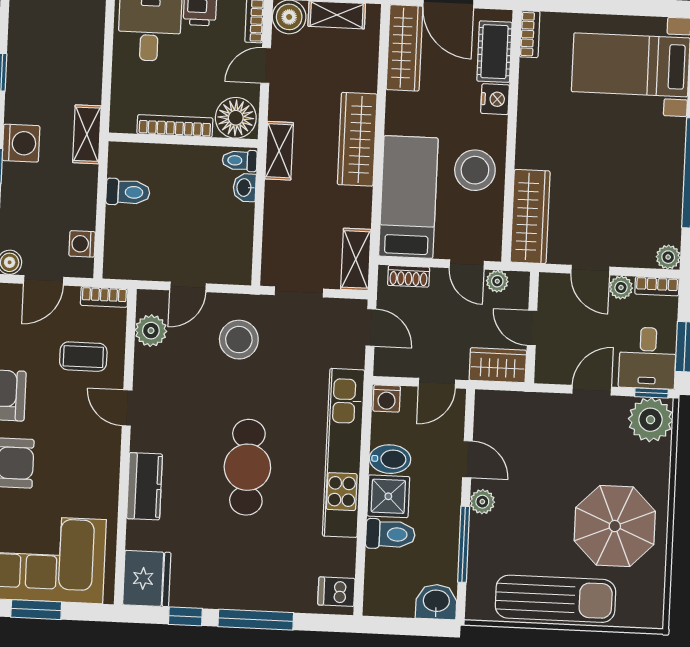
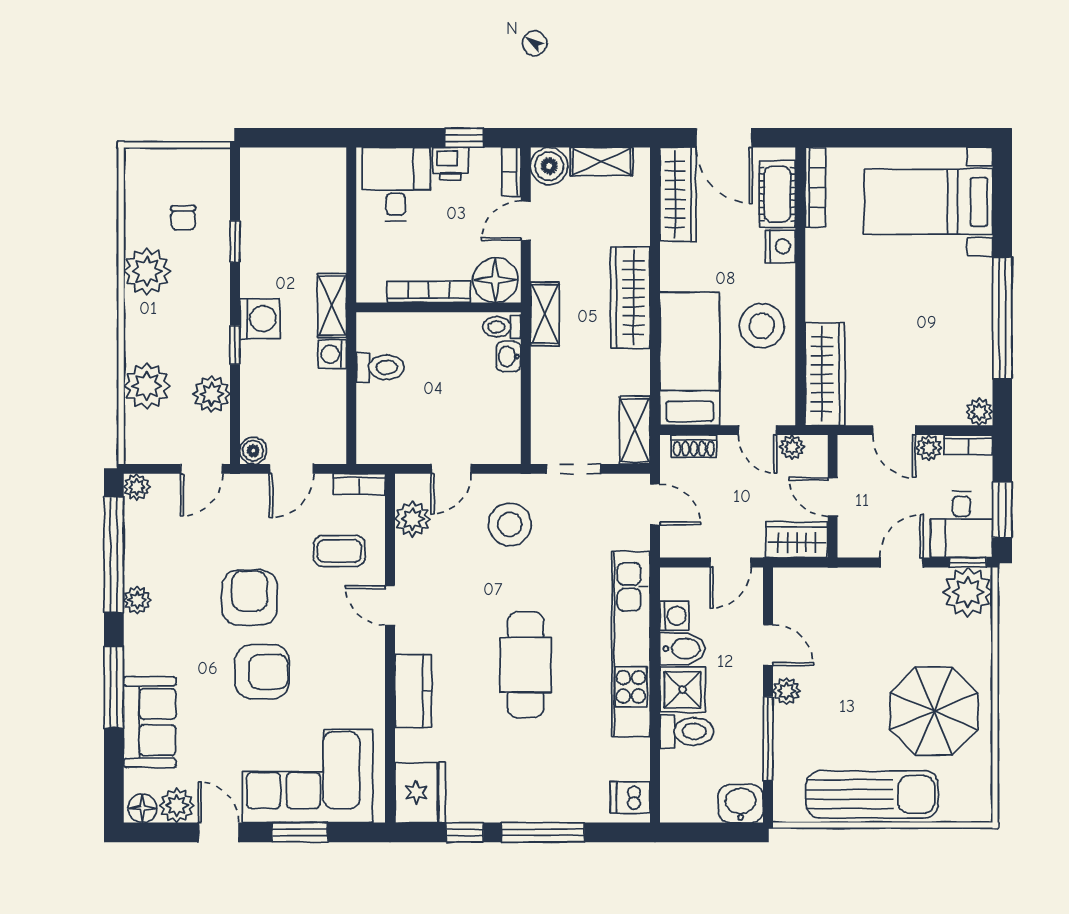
bookcase: (530, 34) -> (815, 187), width x1.56
washing machine: (82, 244) -> (332, 354), moved
washing machine: (387, 399) -> (674, 616), moved, turned -90

